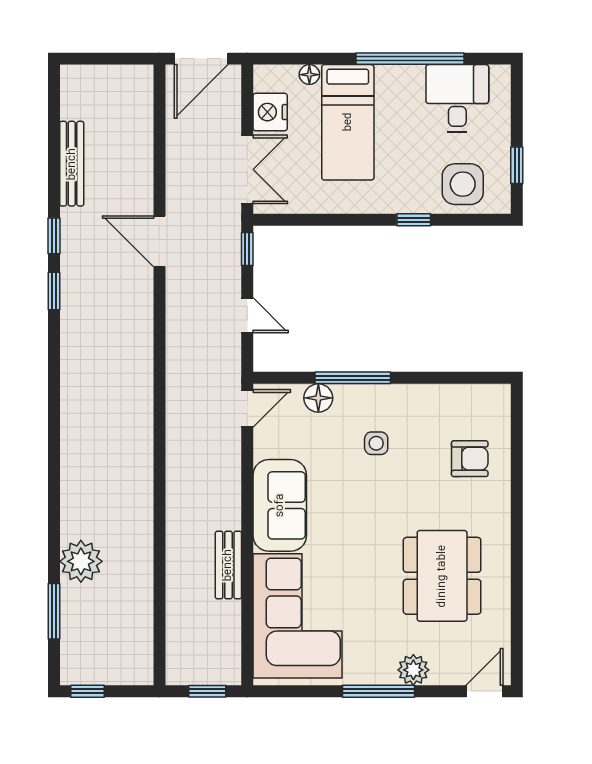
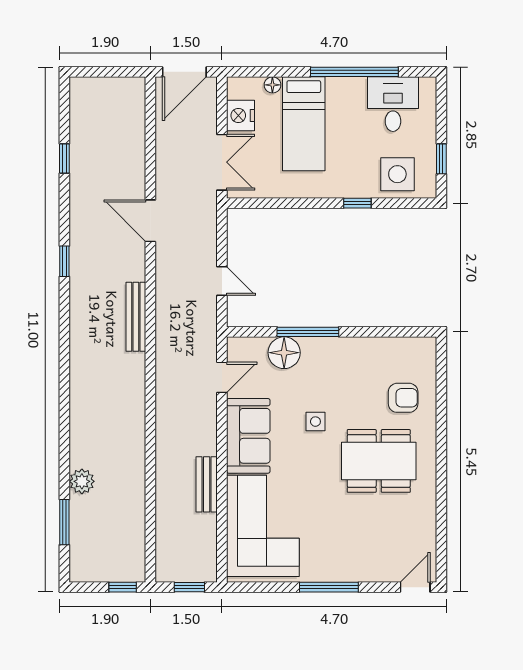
bench: (72, 164) -> (136, 317), moved
window: (54, 236) -> (64, 158), moved
window: (247, 249) -> (222, 227), removed
floor lamp: (318, 398) -> (284, 353), width x1.38, depth x1.38
door: (247, 408) -> (222, 377), moved
side table: (376, 443) -> (315, 422), moved
plant: (81, 561) -> (82, 481), width x0.73, depth x0.73
dining table: (442, 576) -> (379, 461), moved, turned 90
plant: (413, 670) -> (357, 570), removed
window: (87, 691) -> (123, 587), moved

